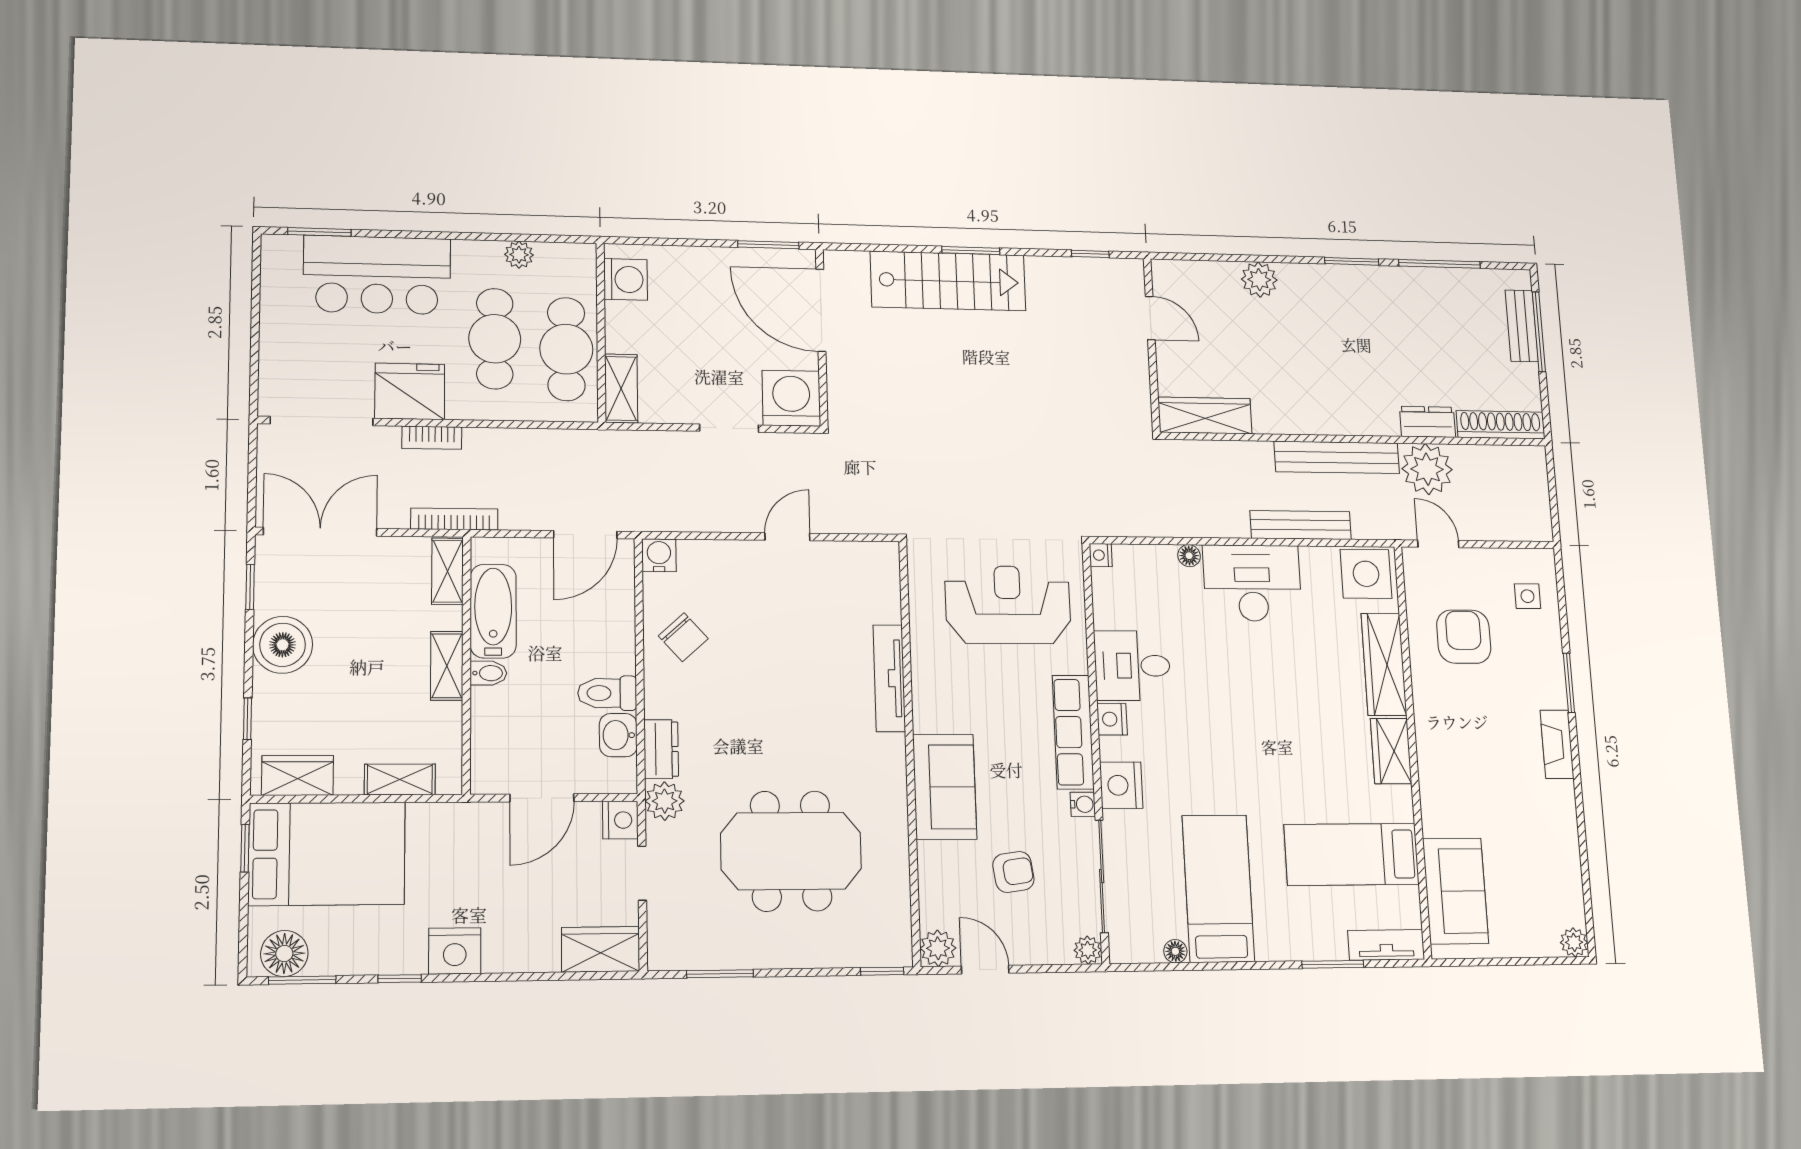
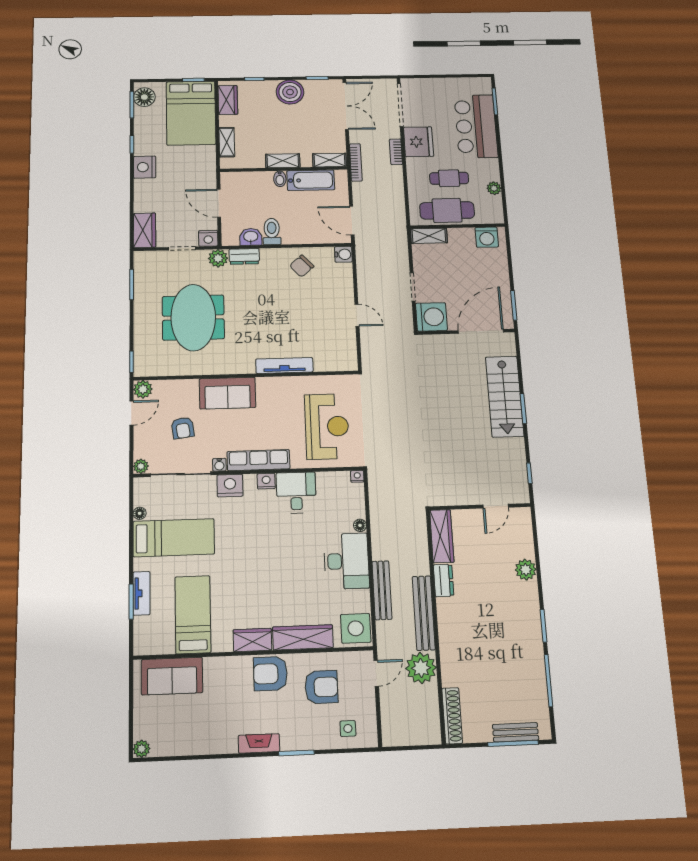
cafe table: (495, 339) -> (449, 178), width x0.73, depth x0.74
dresser: (1427, 422) -> (444, 580), moved
armchair: (1445, 722) -> (270, 674), added
tv unit: (1386, 945) -> (141, 593), moved

